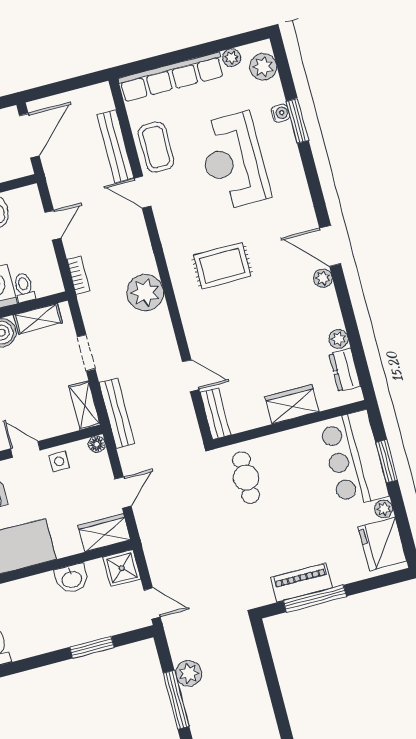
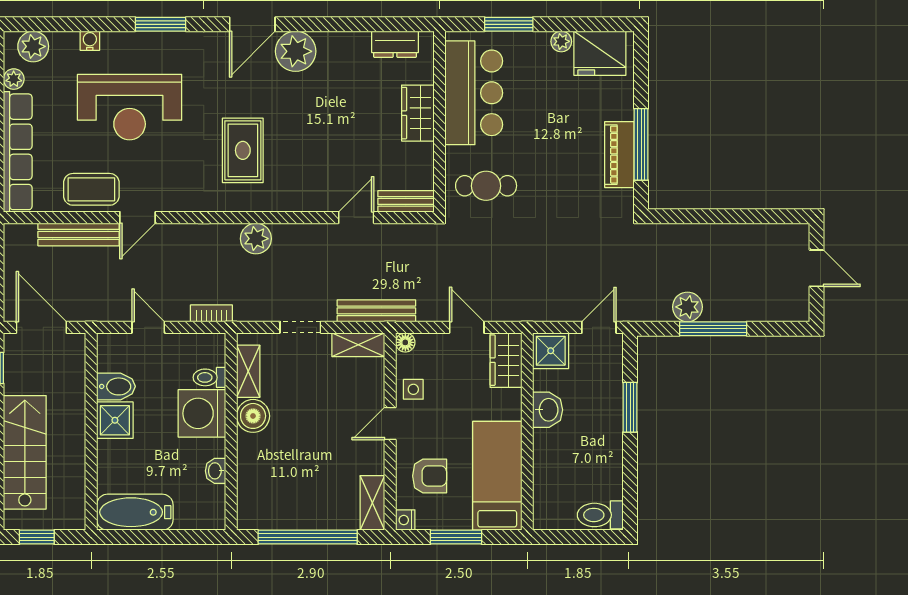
window: (297, 121) -> (161, 24), moved
plant: (323, 278) -> (296, 51), width x1.87, depth x1.87
plant: (145, 293) -> (256, 239), width x0.73, depth x0.73
plant: (339, 339) -> (359, 42), removed
bar counter: (354, 459) -> (474, 93), moved, turned -90

